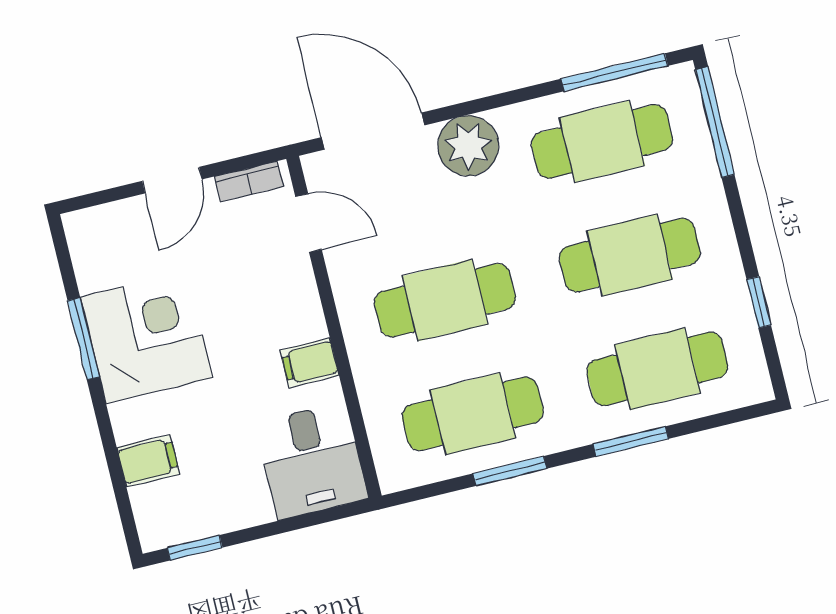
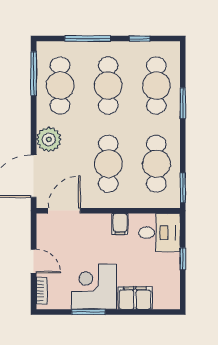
window: (715, 122) -> (88, 39), moved
bookcase: (249, 181) -> (42, 291), moved
door: (309, 223) -> (64, 211), width x1.38
filing cabinet: (148, 461) -> (135, 298), width x2.00
window: (510, 471) -> (183, 188), moved
window: (195, 548) -> (183, 259), moved

